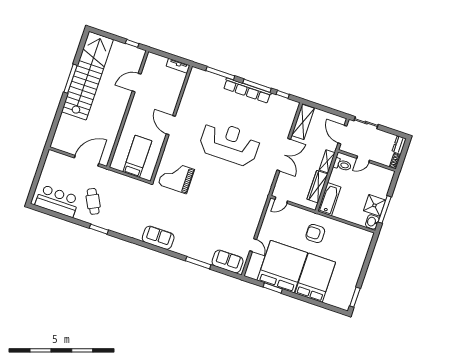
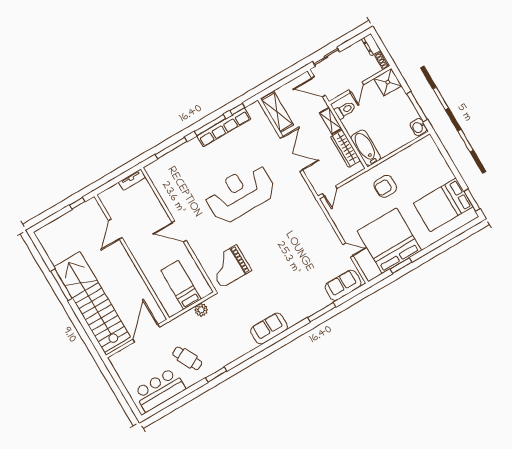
stairs: (87, 76) -> (92, 302), moved
row of seats: (247, 91) -> (224, 127), moved
plant: (132, 183) -> (201, 310), added
shower: (374, 205) -> (388, 82), moved
bed: (315, 278) -> (443, 205), moved, turned -90

